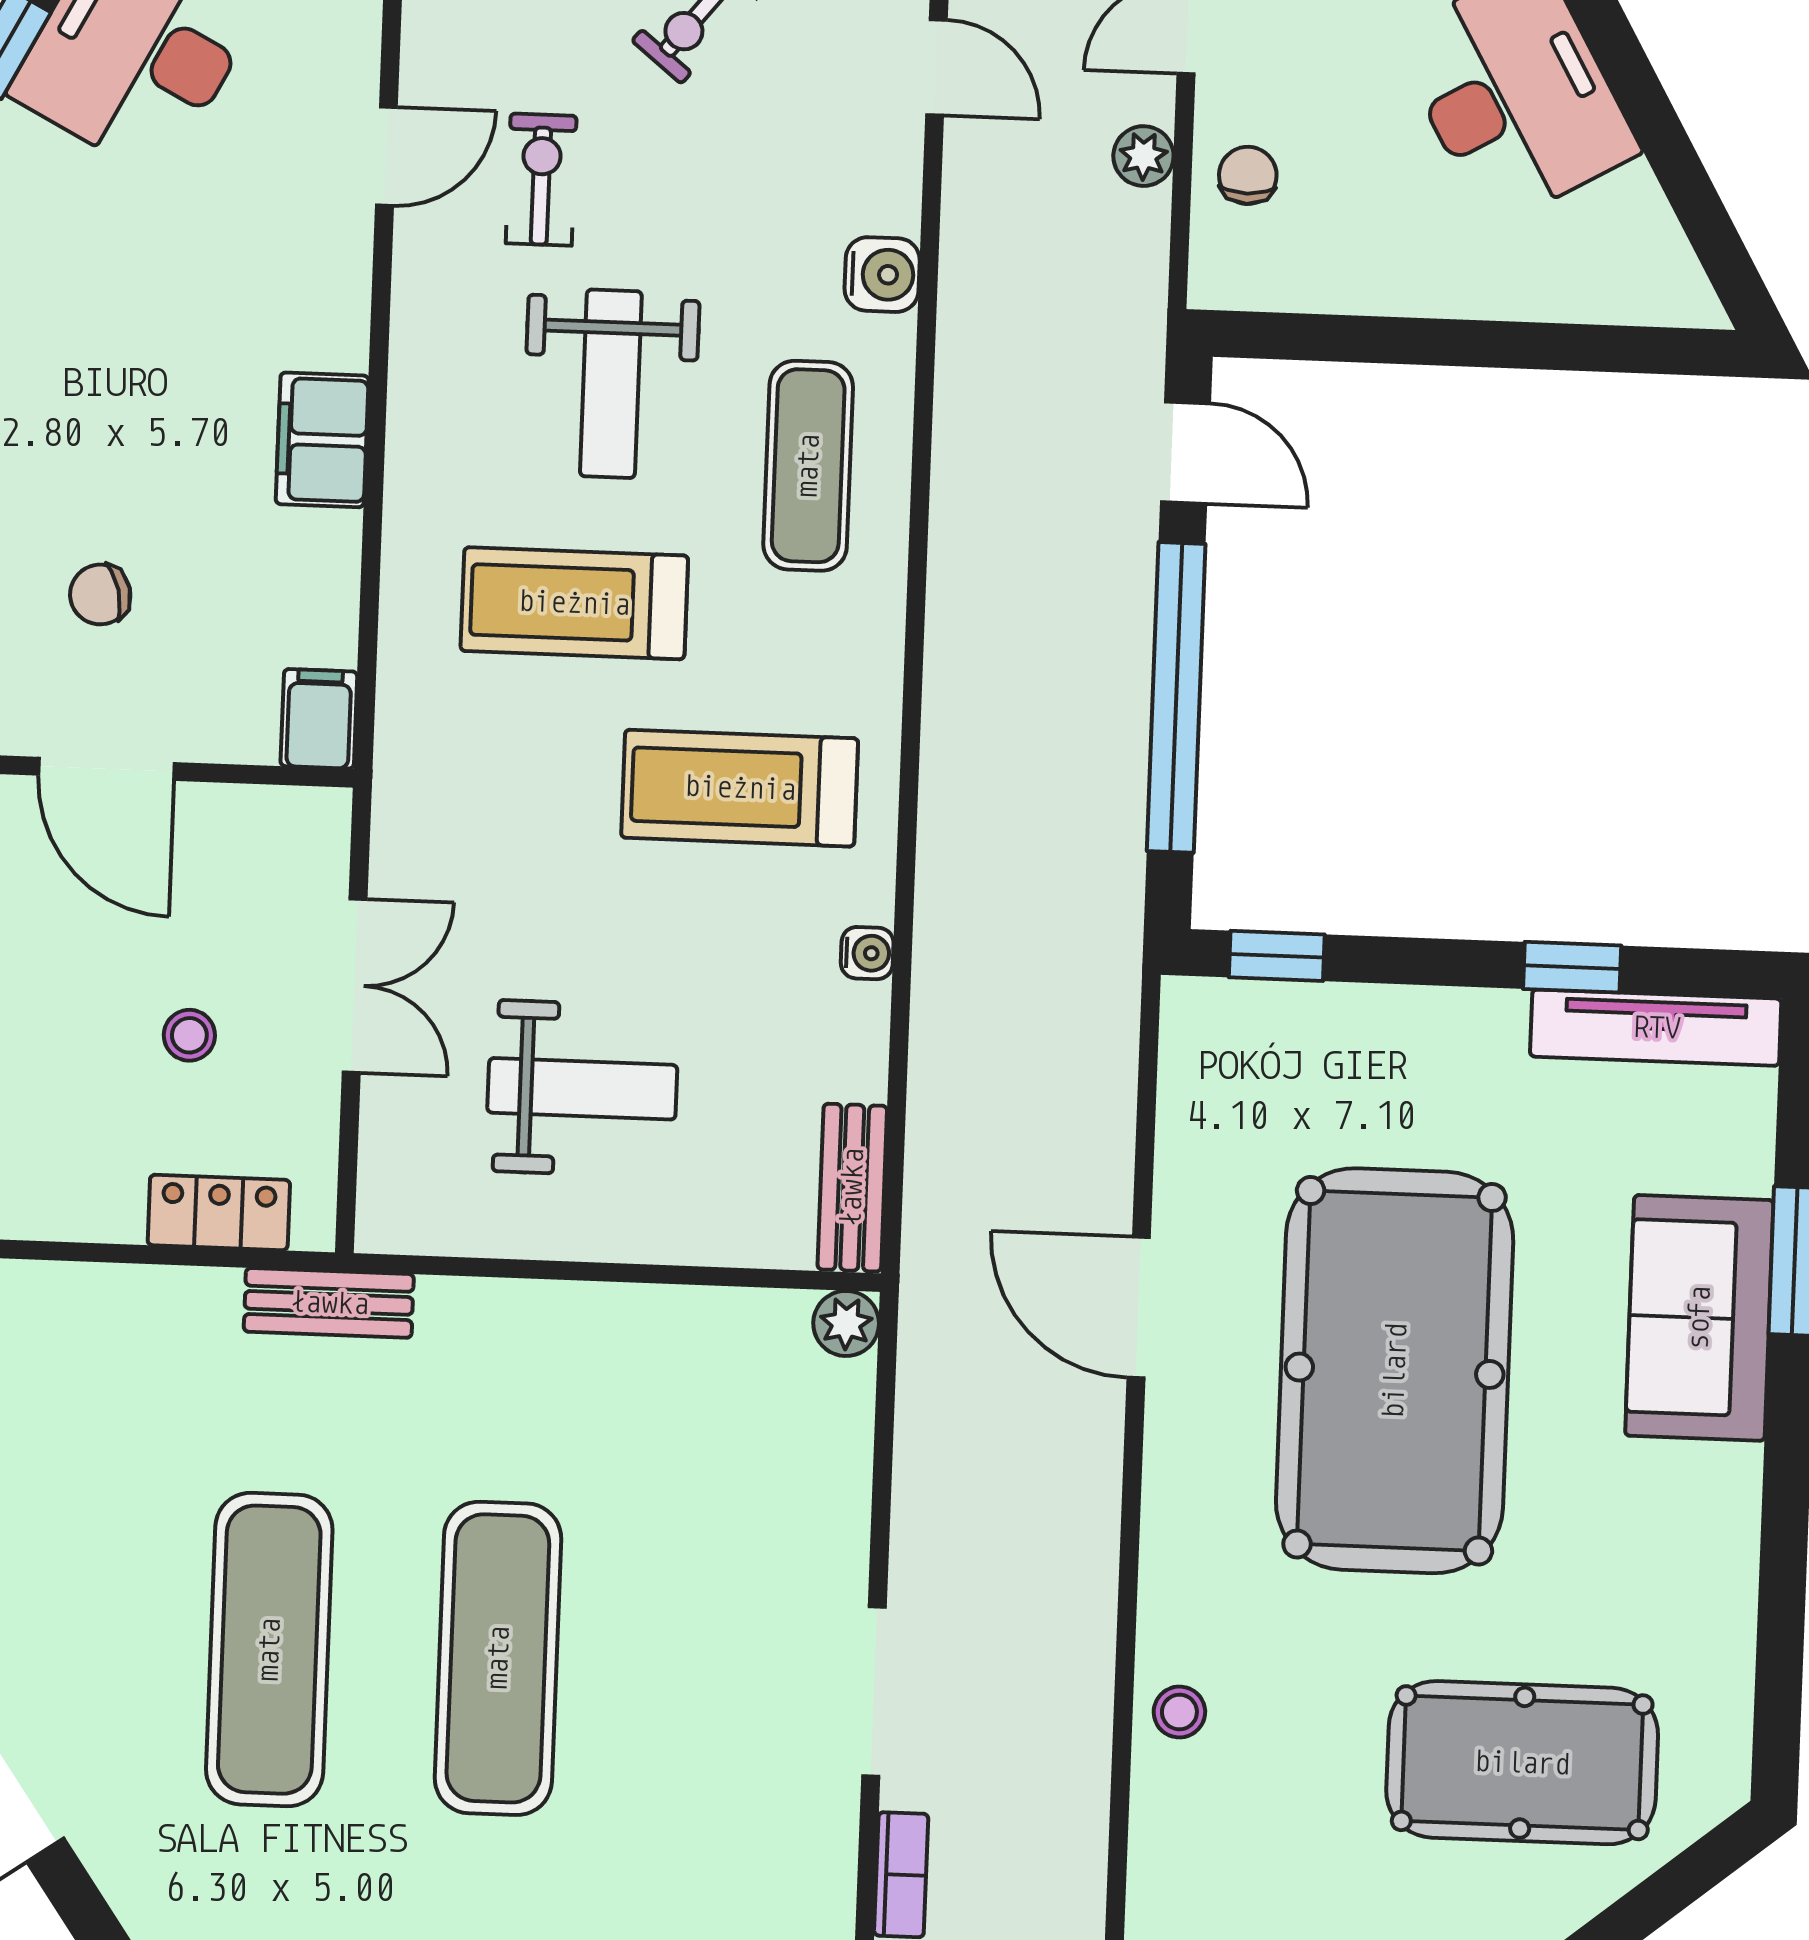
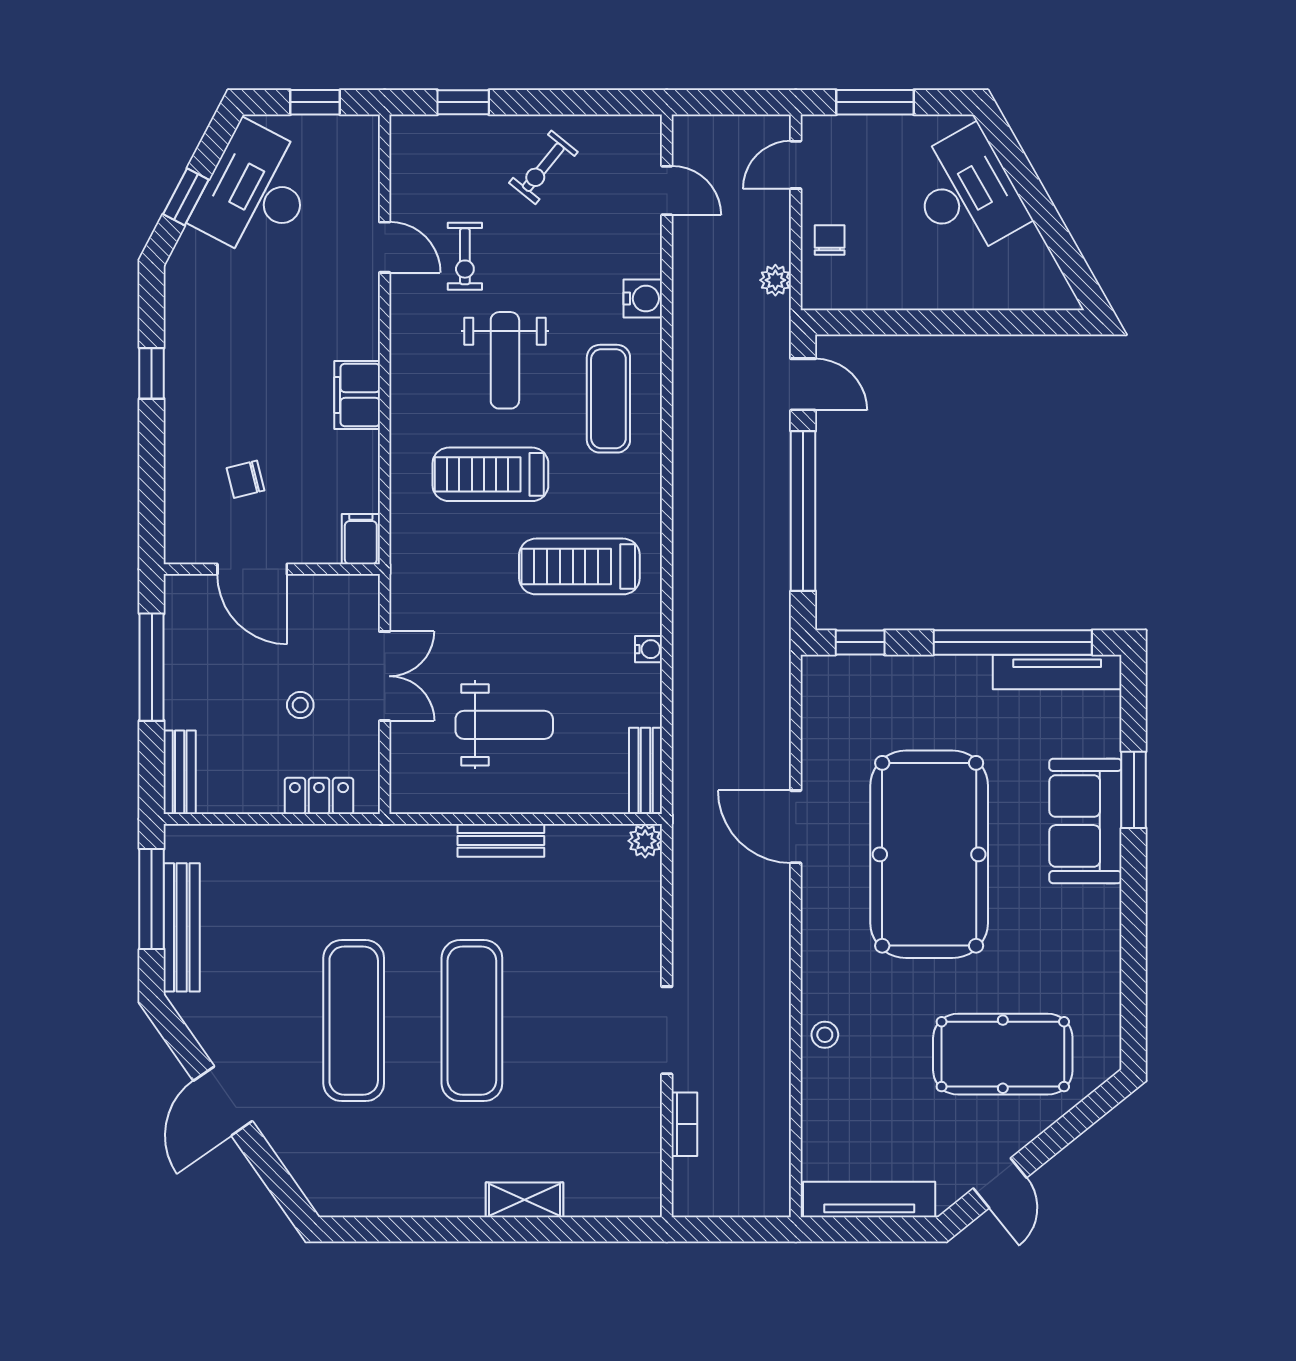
door: (386, 156) -> (385, 247), hinge flipped
plant: (1143, 156) -> (775, 280), moved
exercise bike: (541, 180) -> (465, 256), turned 180
window: (1572, 967) -> (1013, 642), width x3.17
bench: (329, 1303) -> (501, 840), moved

